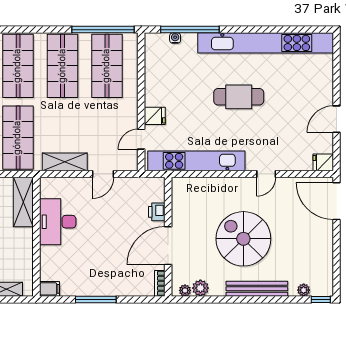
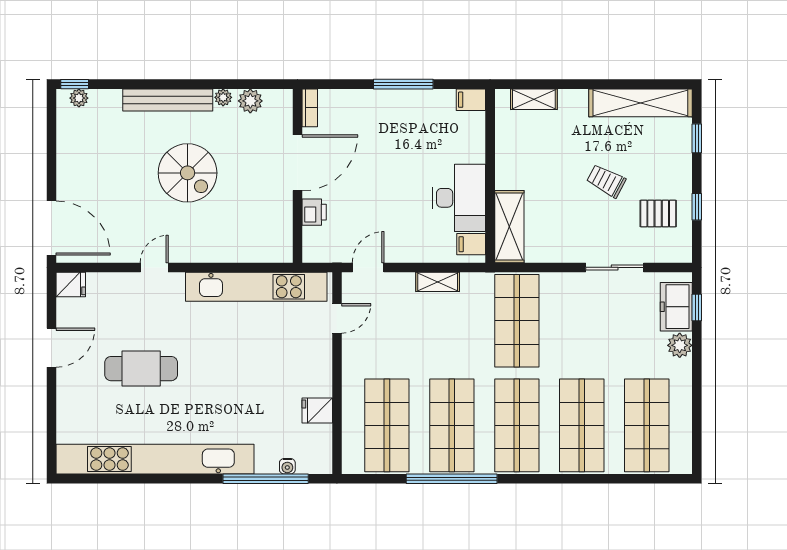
window: (103, 30) -> (452, 479), moved
cafe table: (239, 97) -> (141, 369), moved
fridge: (155, 116) -> (317, 411), moved
shelving: (65, 162) -> (438, 282), width x0.67, depth x0.75
door: (103, 174) -> (368, 267), moved
filing cabinet: (49, 190) -> (471, 244), added
spiral stairs: (243, 239) -> (188, 173), width x0.73, depth x0.73
plant: (185, 290) -> (223, 97), moved
plant: (304, 290) -> (79, 98), moved

